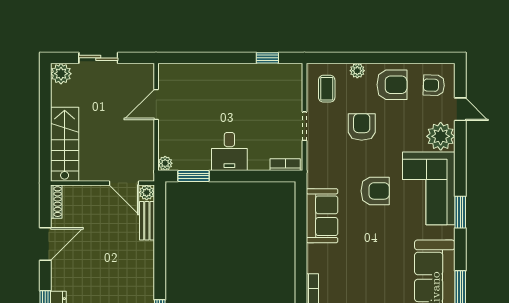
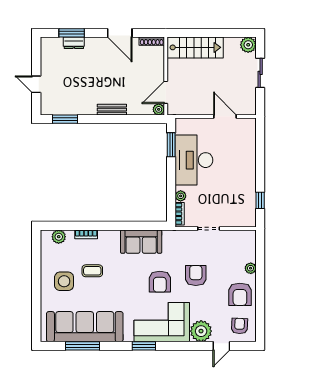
coffee table: (327, 89) -> (92, 271), moved
armchair: (362, 127) -> (196, 275), moved, turned -90
desk: (229, 151) -> (194, 160), width x1.87, depth x1.30
plant: (165, 163) -> (181, 196), moved
bench: (147, 221) -> (112, 110), moved

